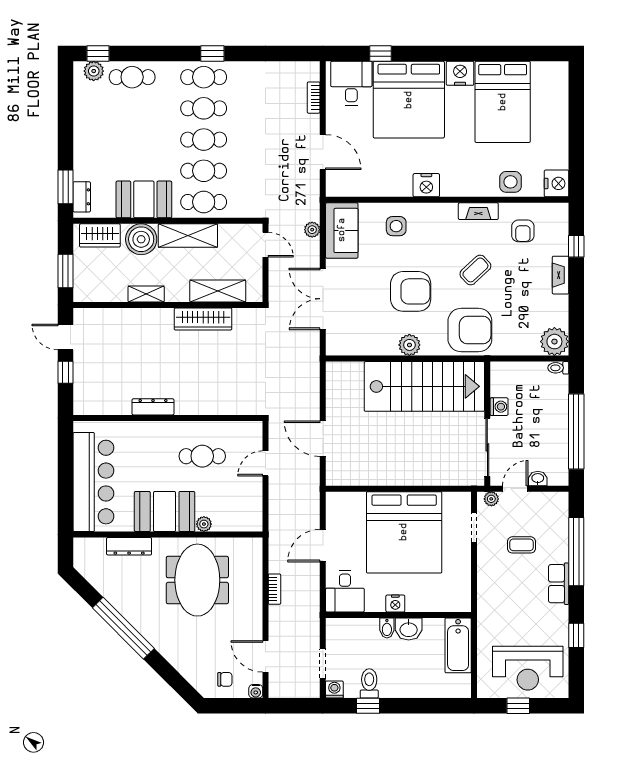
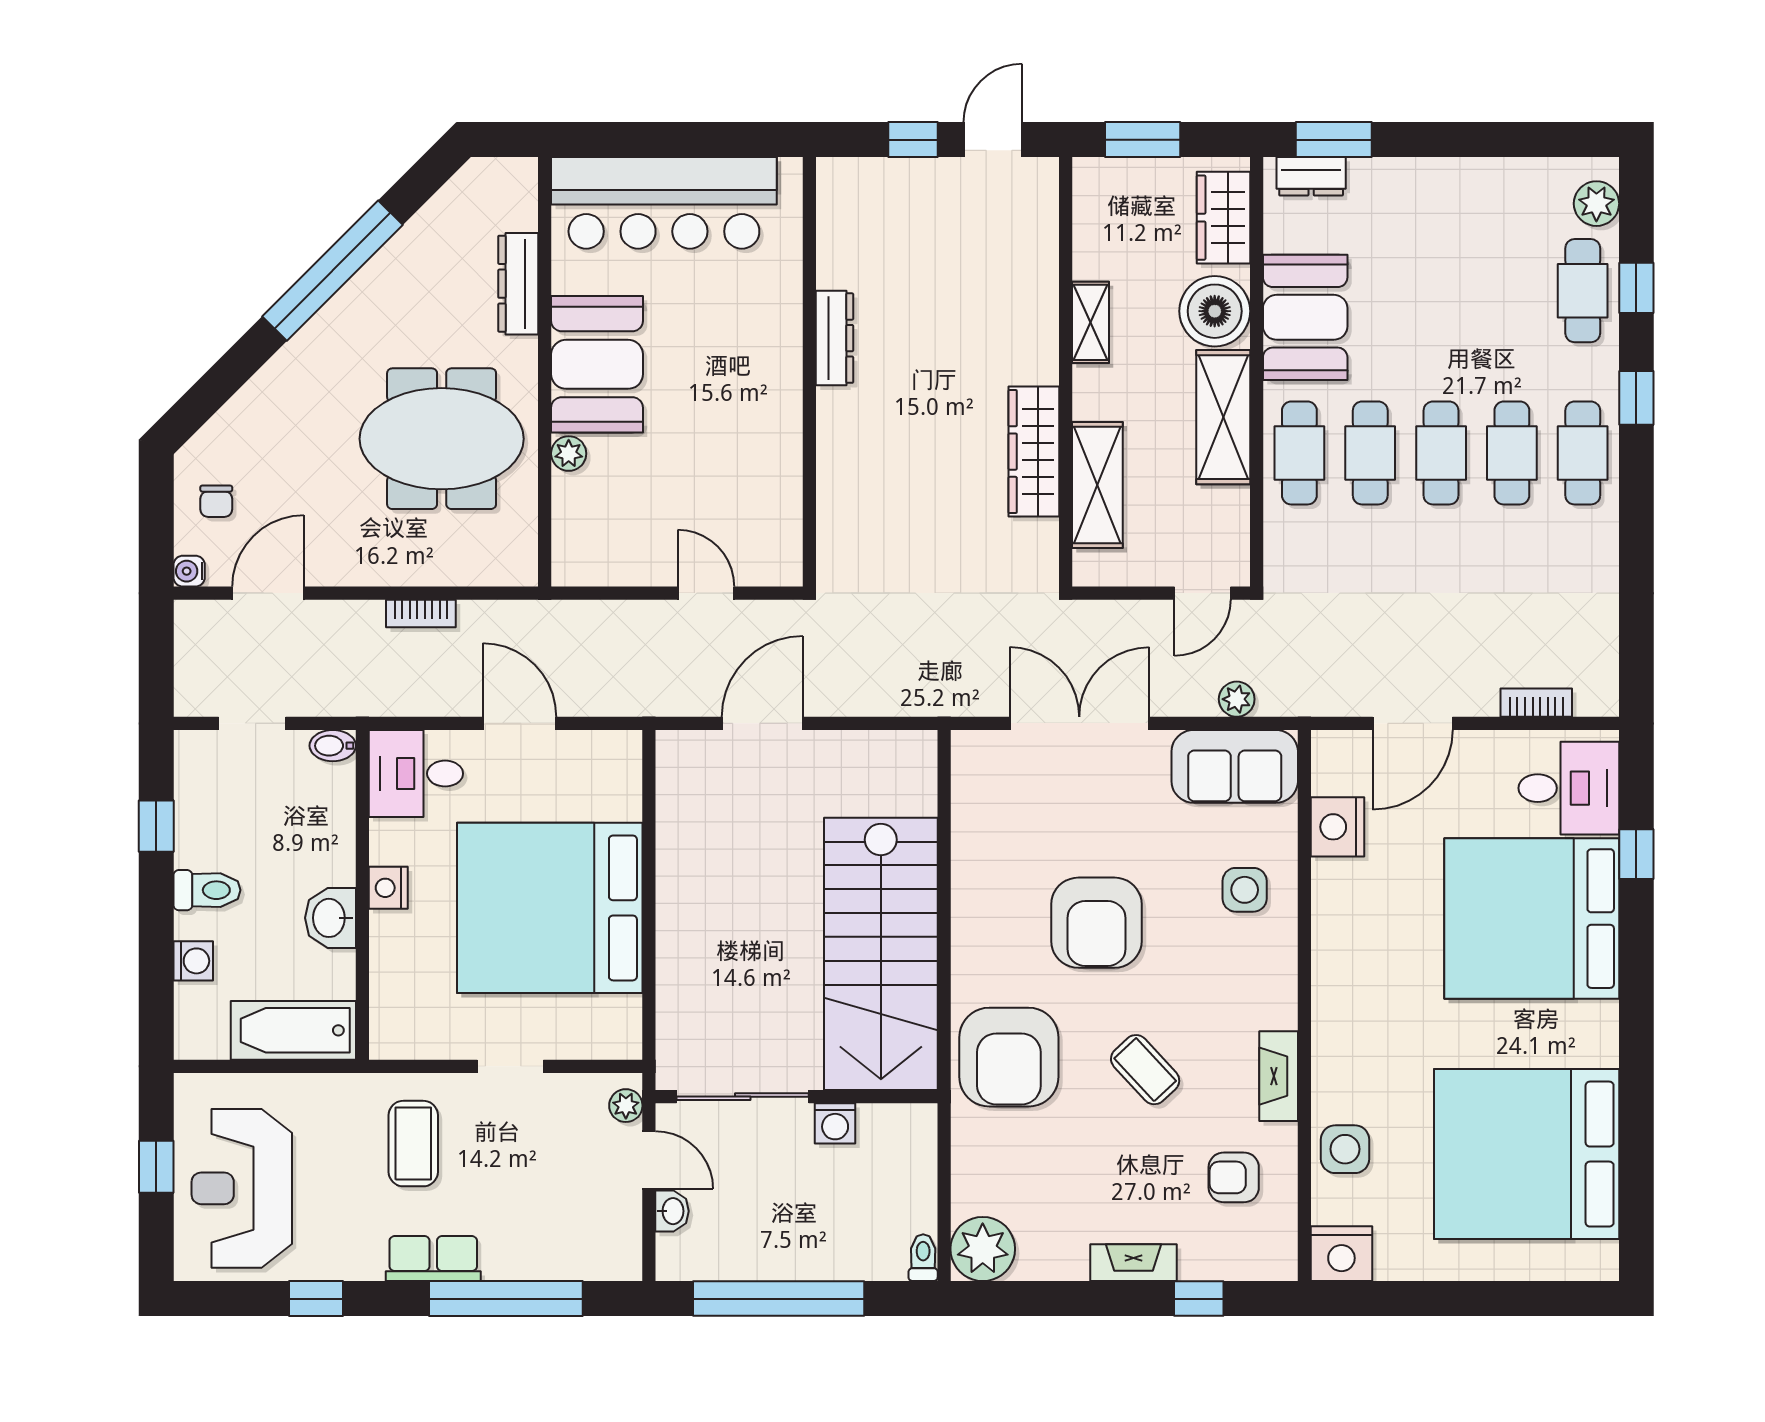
window: (98, 53) -> (1636, 288), moved
window: (212, 53) -> (1636, 398), moved
nightstand: (460, 73) -> (1591, 1035), removed
bed: (503, 102) -> (1527, 1154), width x1.36
nightstand: (426, 185) -> (1337, 827), moved
plant: (409, 345) -> (975, 920), removed
cafe table: (202, 456) -> (723, 450), removed
doorway: (474, 527) -> (510, 1066), moved
coffee table: (521, 545) -> (413, 1144), moved, width x1.36, depth x1.30
bidet: (387, 628) -> (333, 746), moved
toilet: (369, 683) -> (207, 890), moved
washing machine: (334, 689) -> (193, 961), moved

